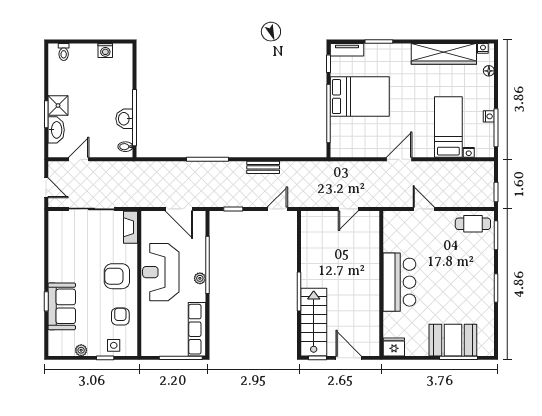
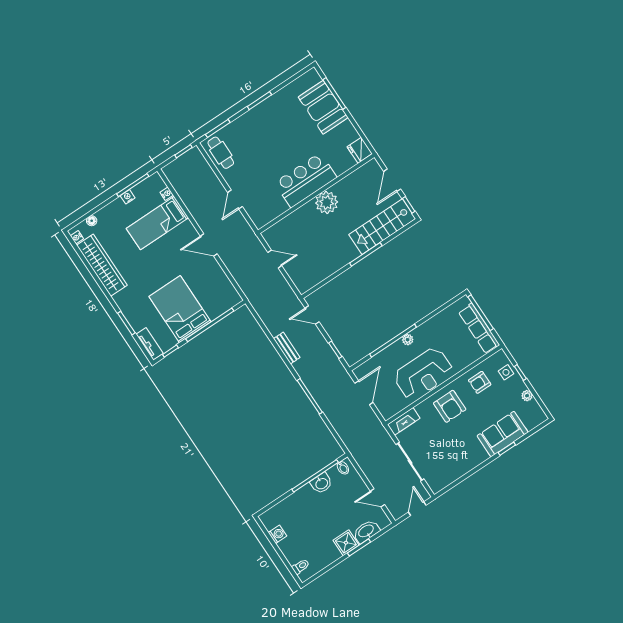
plant: (367, 287) -> (327, 202), added
row of seats: (197, 329) -> (479, 328), moved, turned 90

